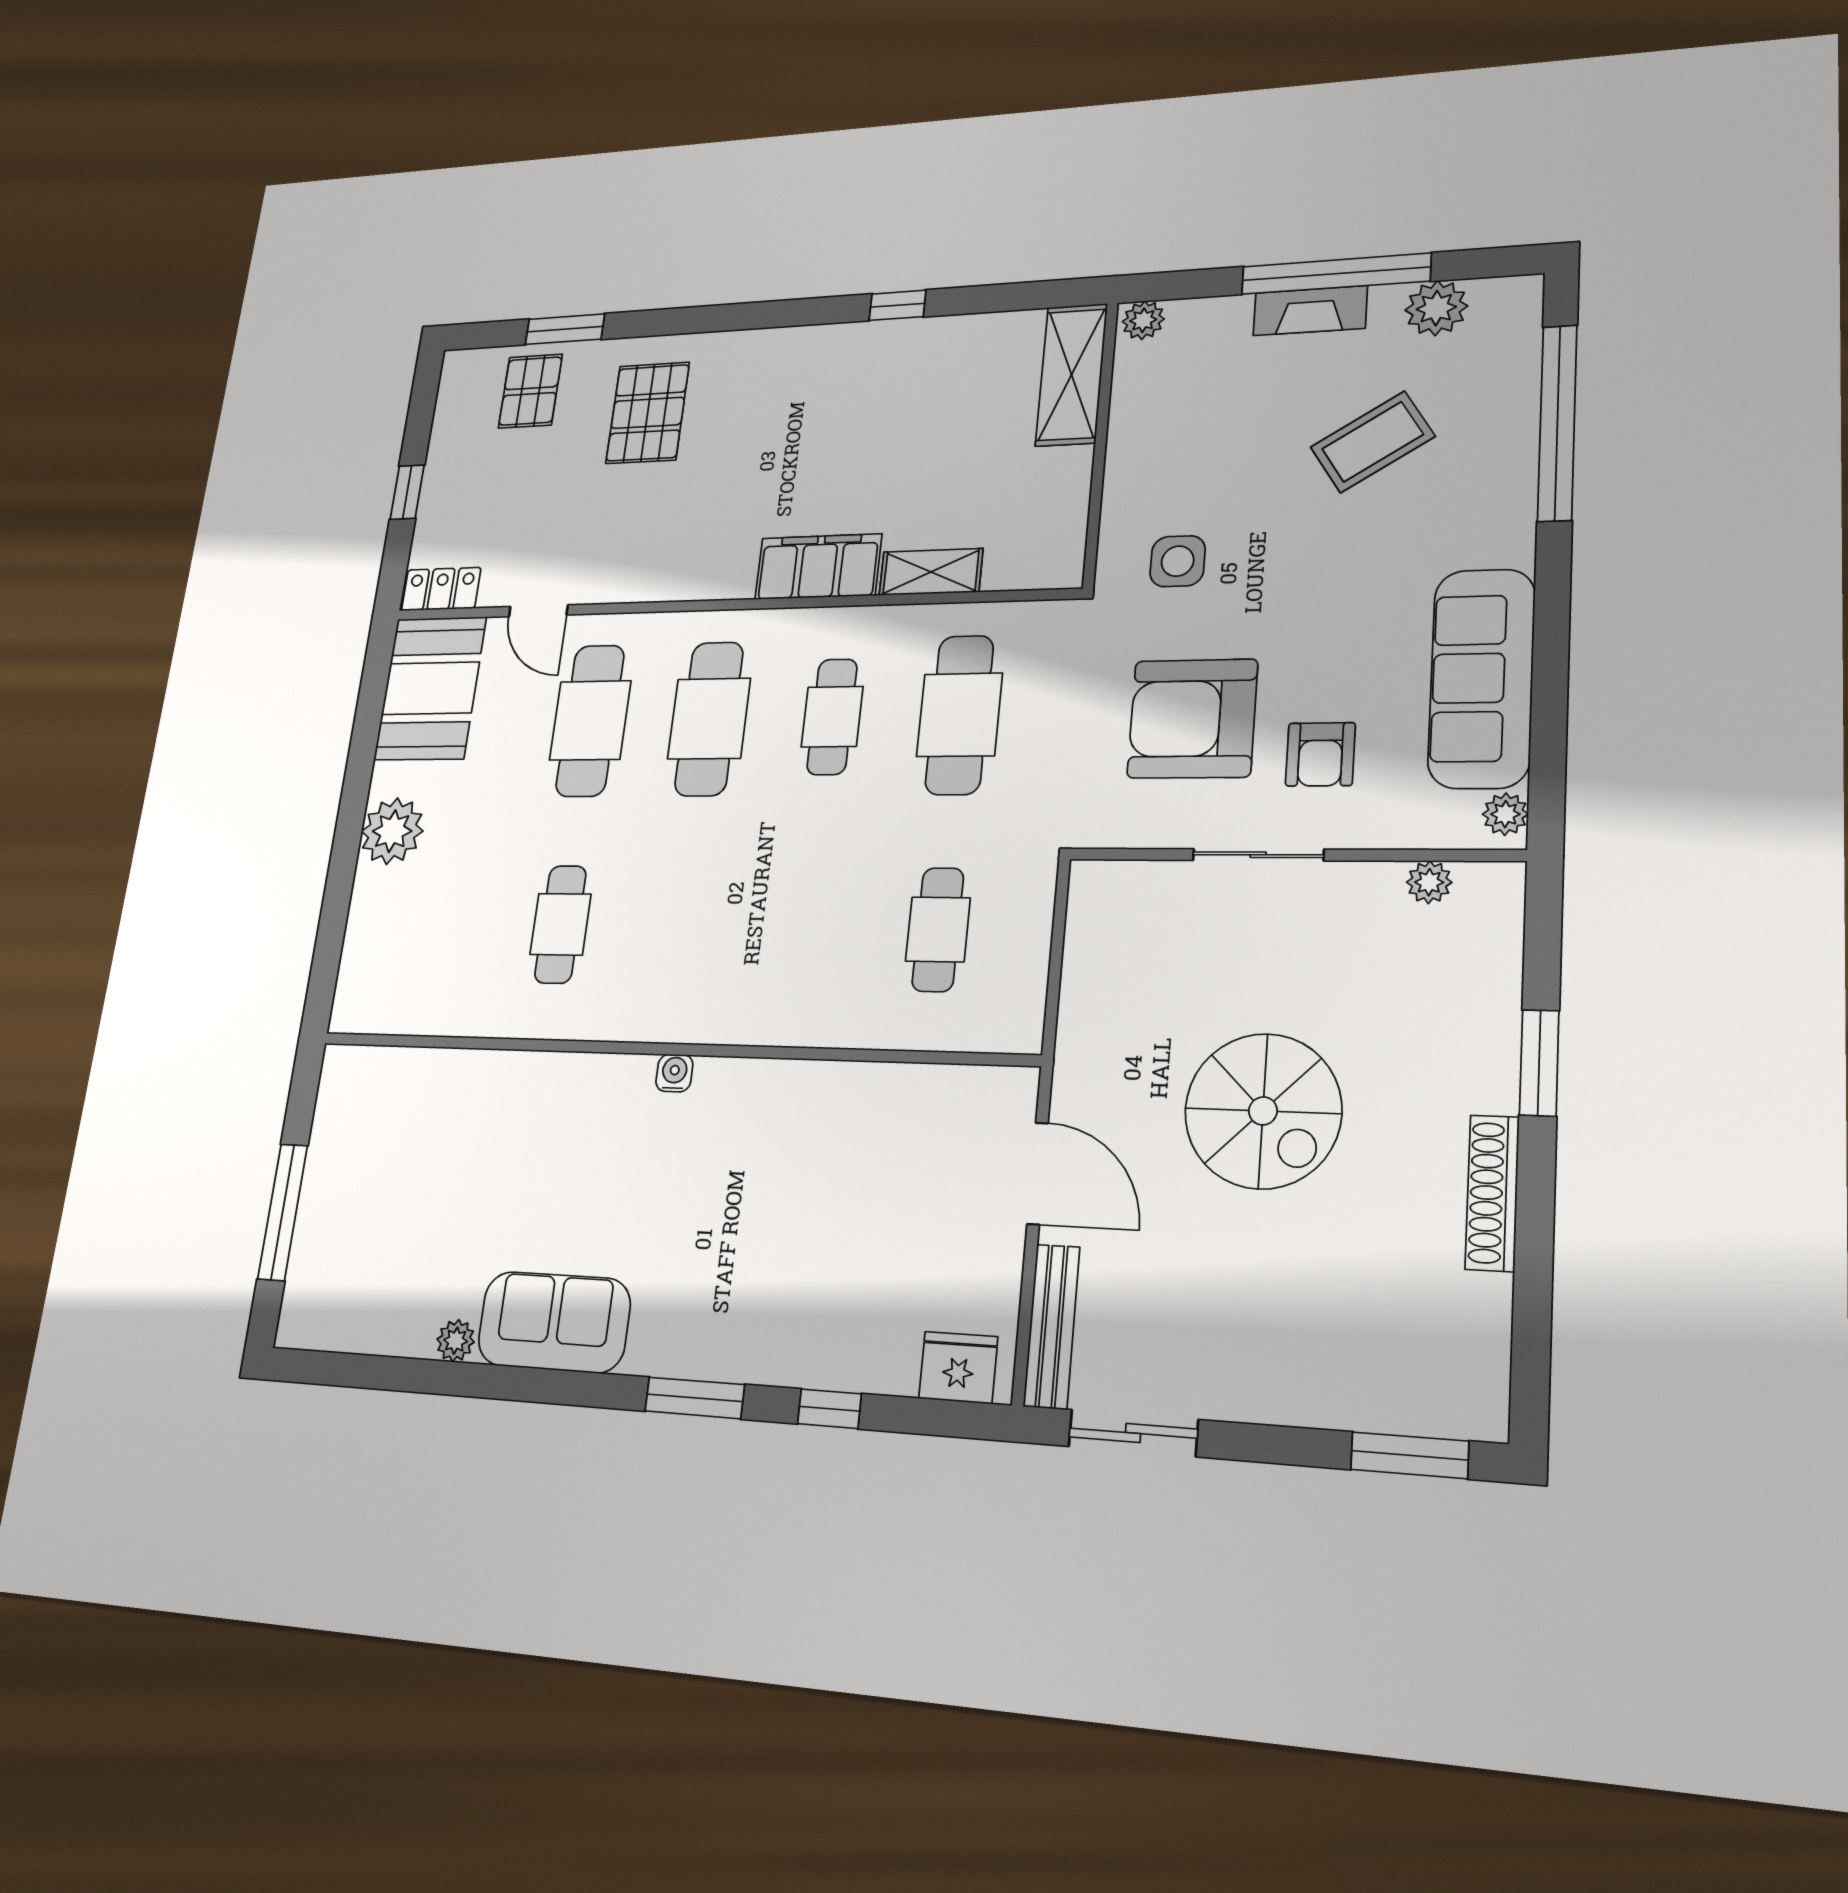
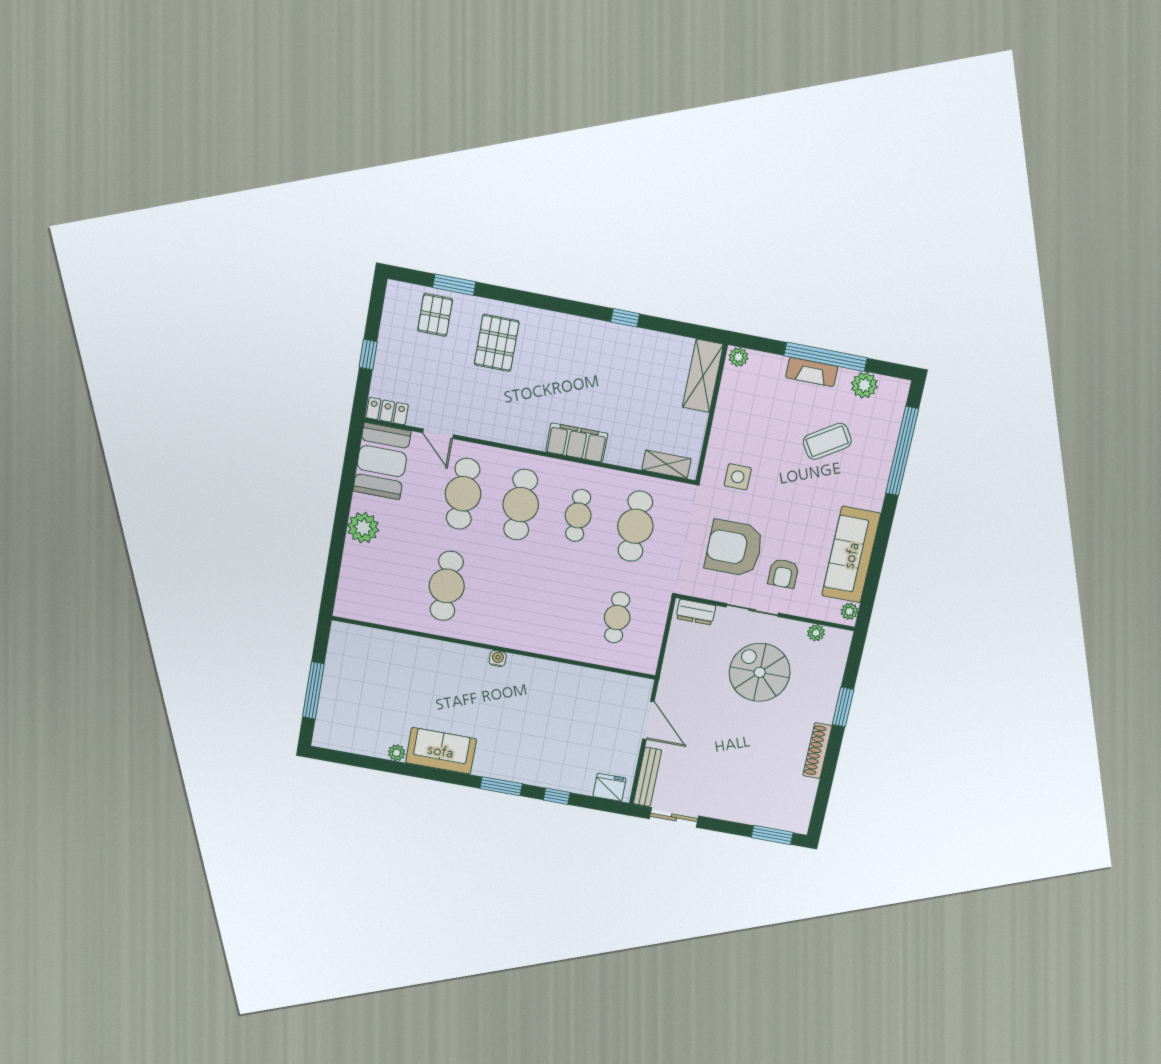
shelving: (931, 572) -> (666, 464), moved
dresser: (1122, 884) -> (696, 612), added
cafe table: (560, 924) -> (447, 586), width x1.37, depth x1.35
spiral stairs: (1263, 1111) -> (760, 672), moved, turned 180

